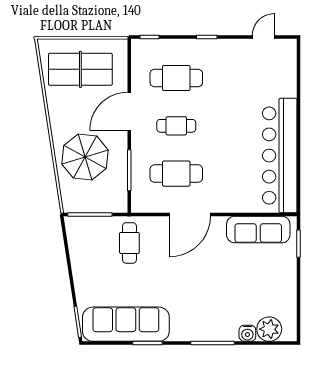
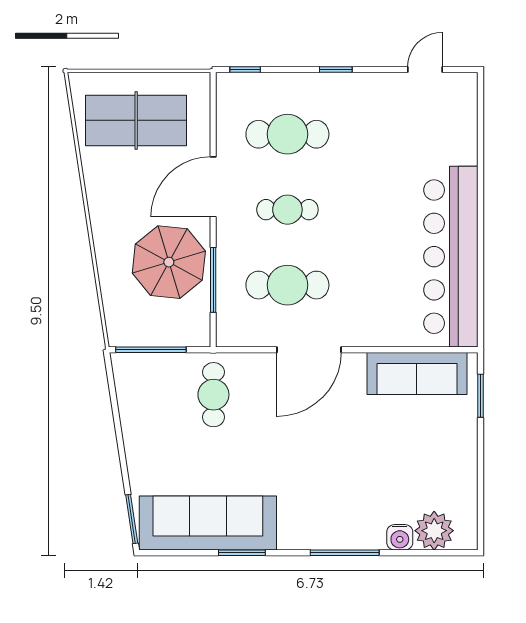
parasol: (85, 157) -> (169, 262), moved

